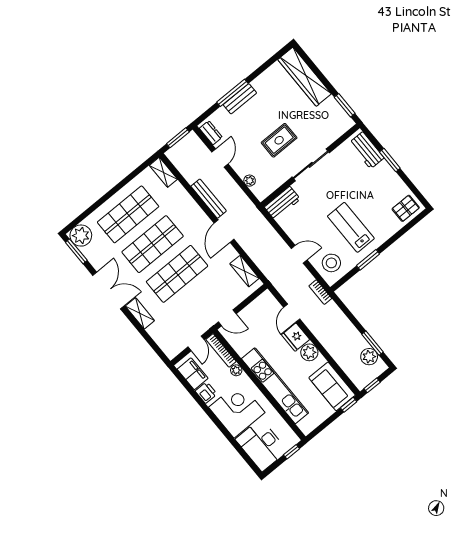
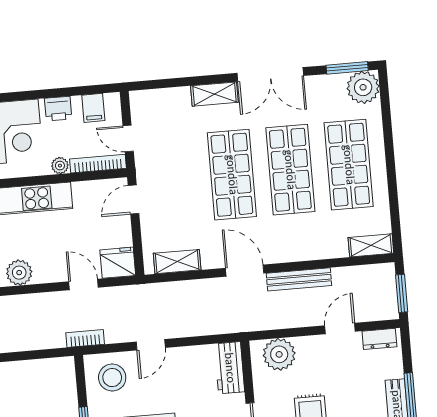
door: (220, 158) -> (340, 329), swing flipped
plant: (250, 181) -> (279, 354), width x1.88, depth x1.88
fridge: (296, 337) -> (118, 263), moved
filing cabinet: (193, 374) -> (93, 108), width x0.50

